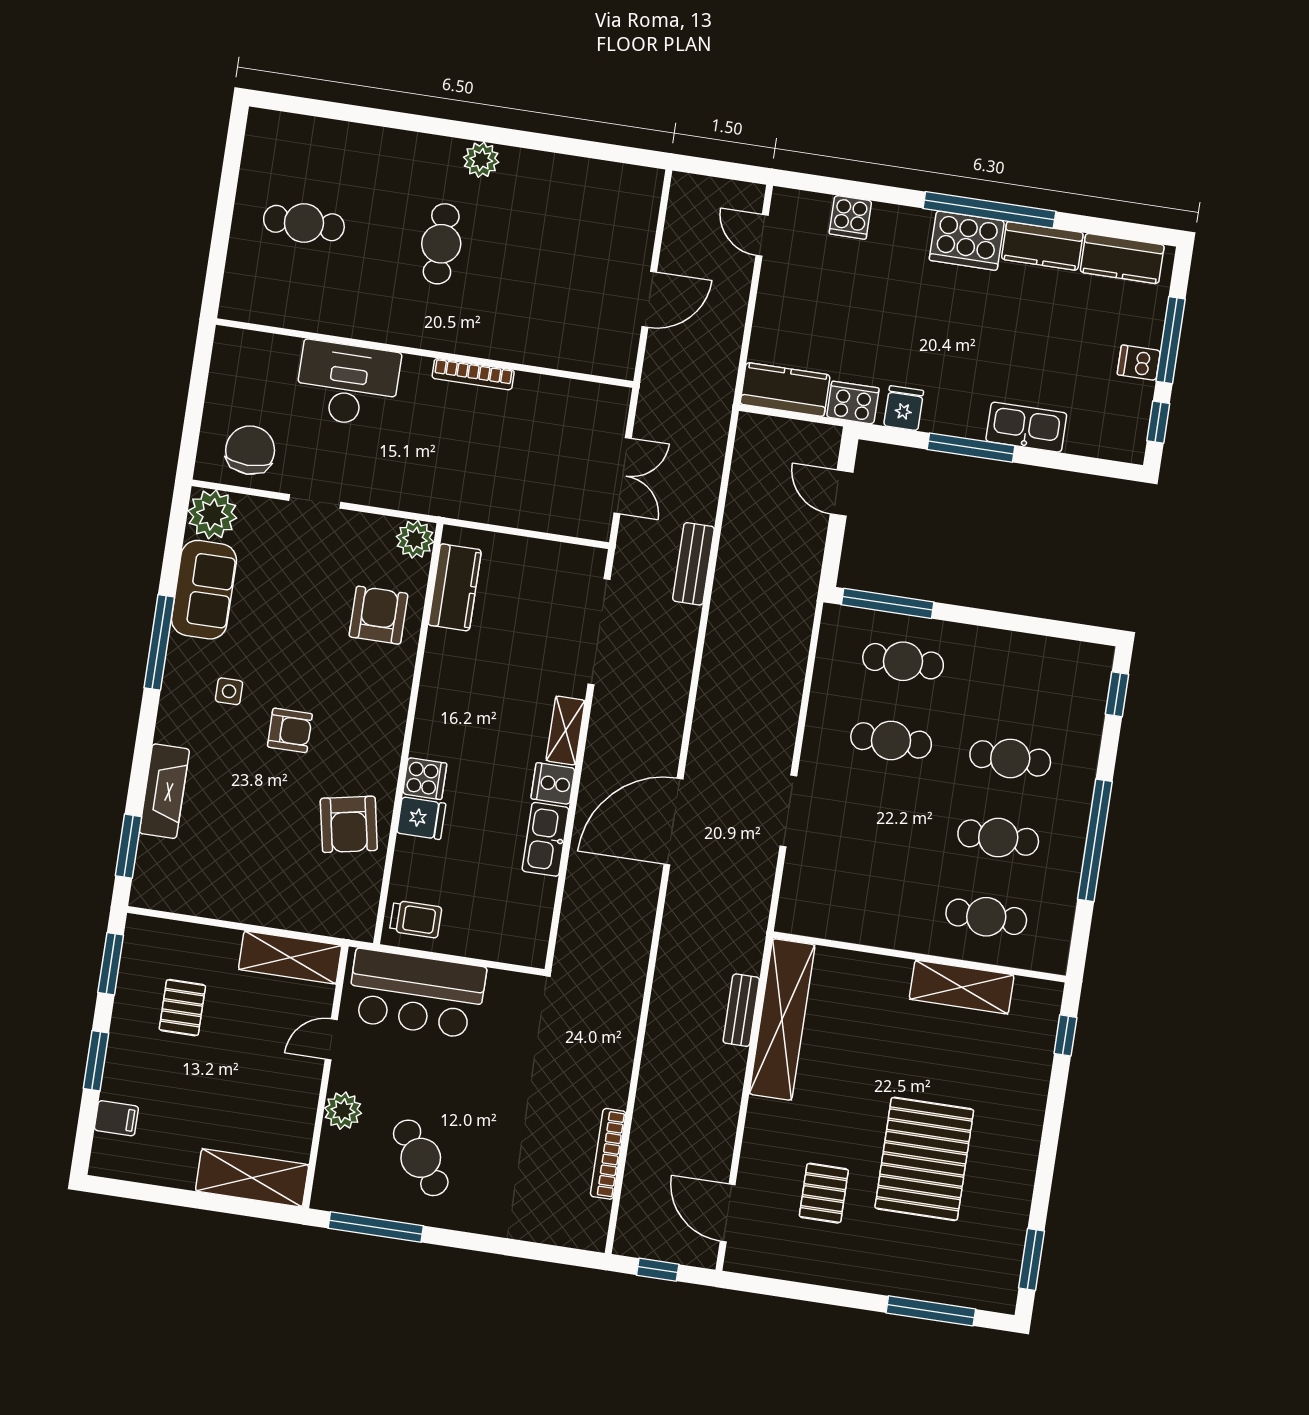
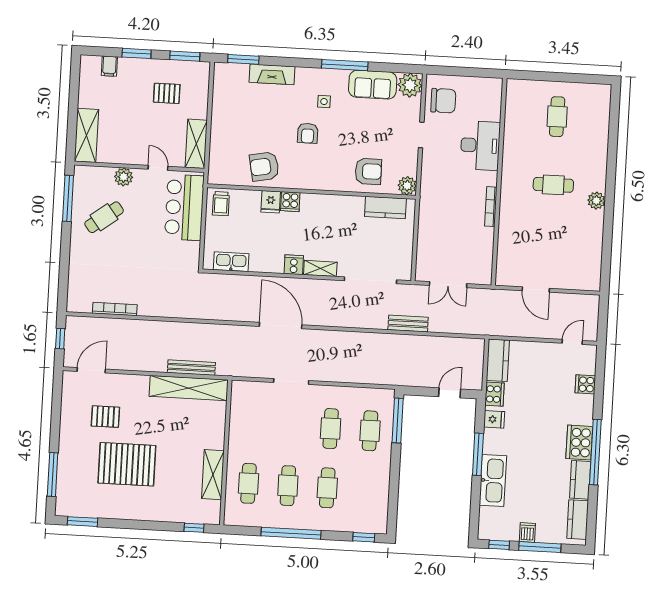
kitchen sink: (1026, 427) -> (493, 481), width x1.36, depth x1.24
kitchen sink: (545, 839) -> (231, 262), moved
bench: (741, 1010) -> (191, 368), width x1.36

